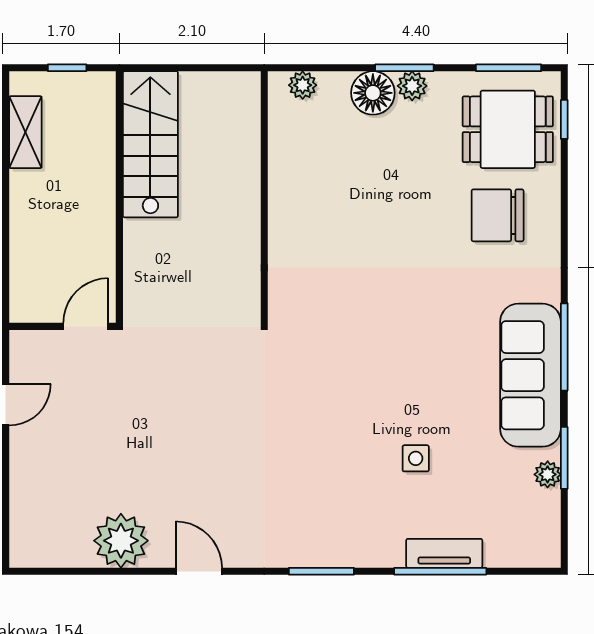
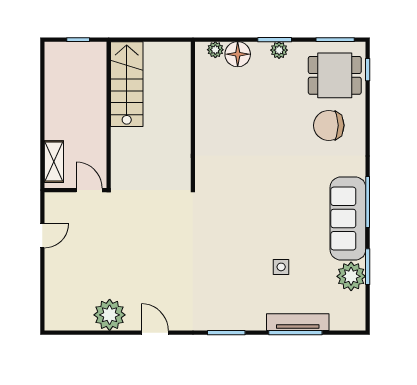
floor lamp: (373, 93) -> (238, 54), moved
shelving: (25, 132) -> (54, 162), moved
door: (86, 326) -> (89, 190), hinge flipped
plant: (548, 474) -> (351, 276), width x1.88, depth x1.88
tv unit: (444, 553) -> (298, 322), width x1.41

